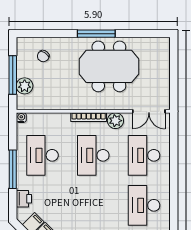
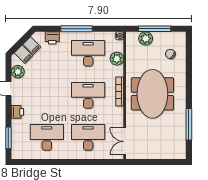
window: (96, 34) -> (189, 124), moved
meeting table: (109, 66) -> (152, 94), moved
plant: (115, 121) -> (117, 59), moved

